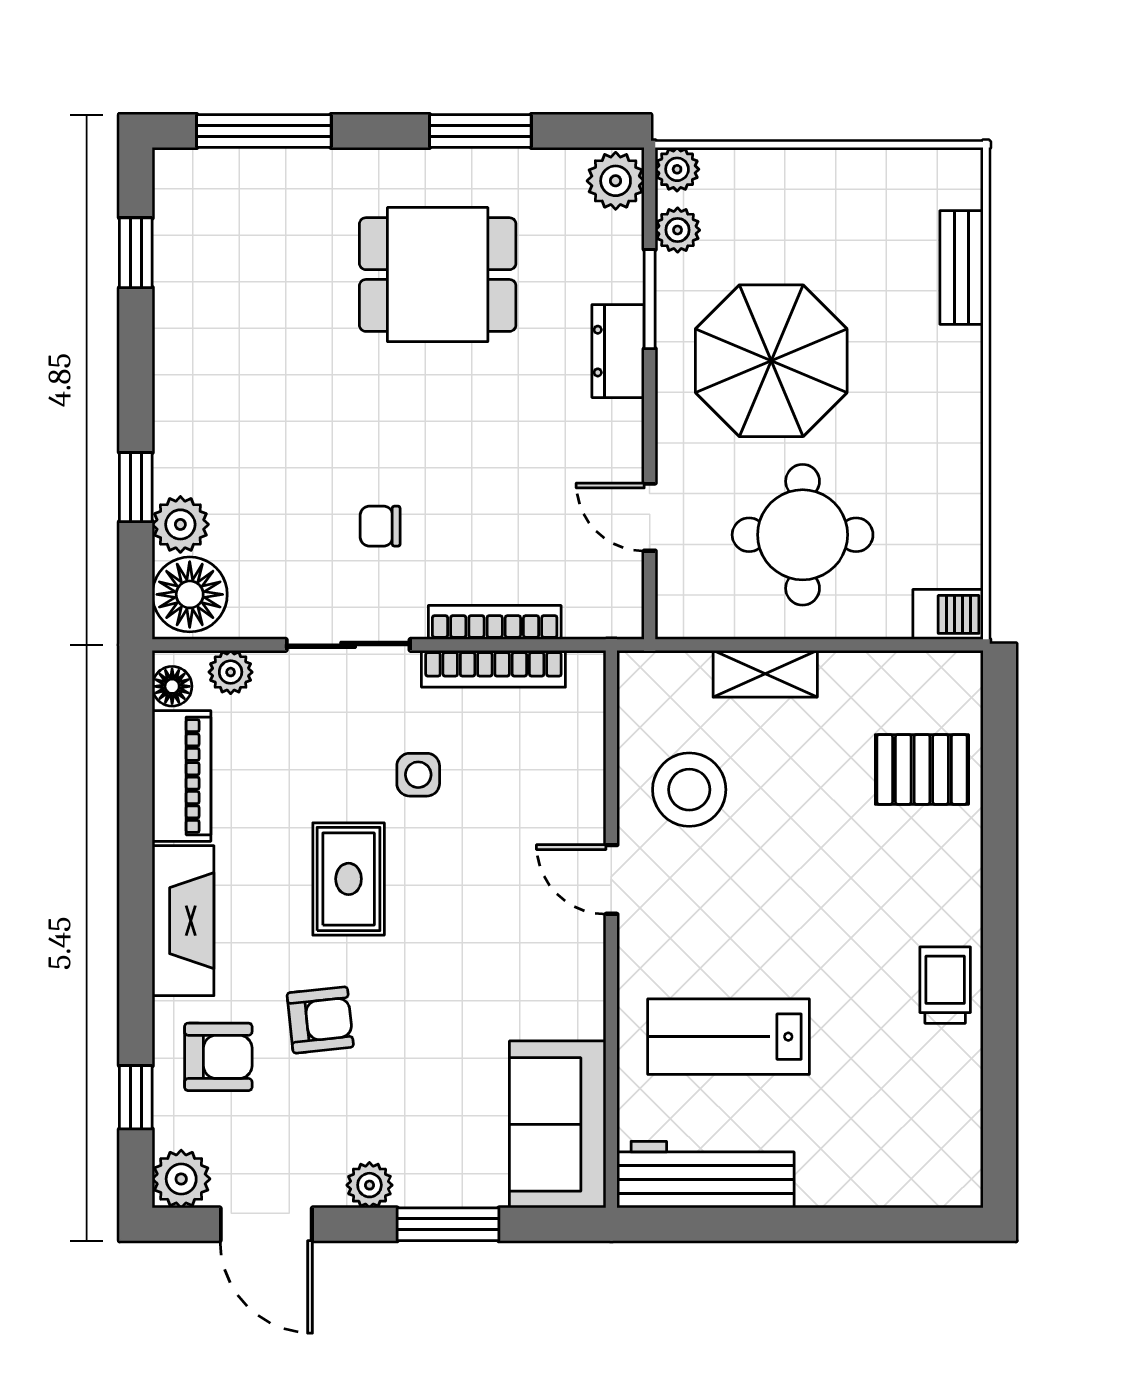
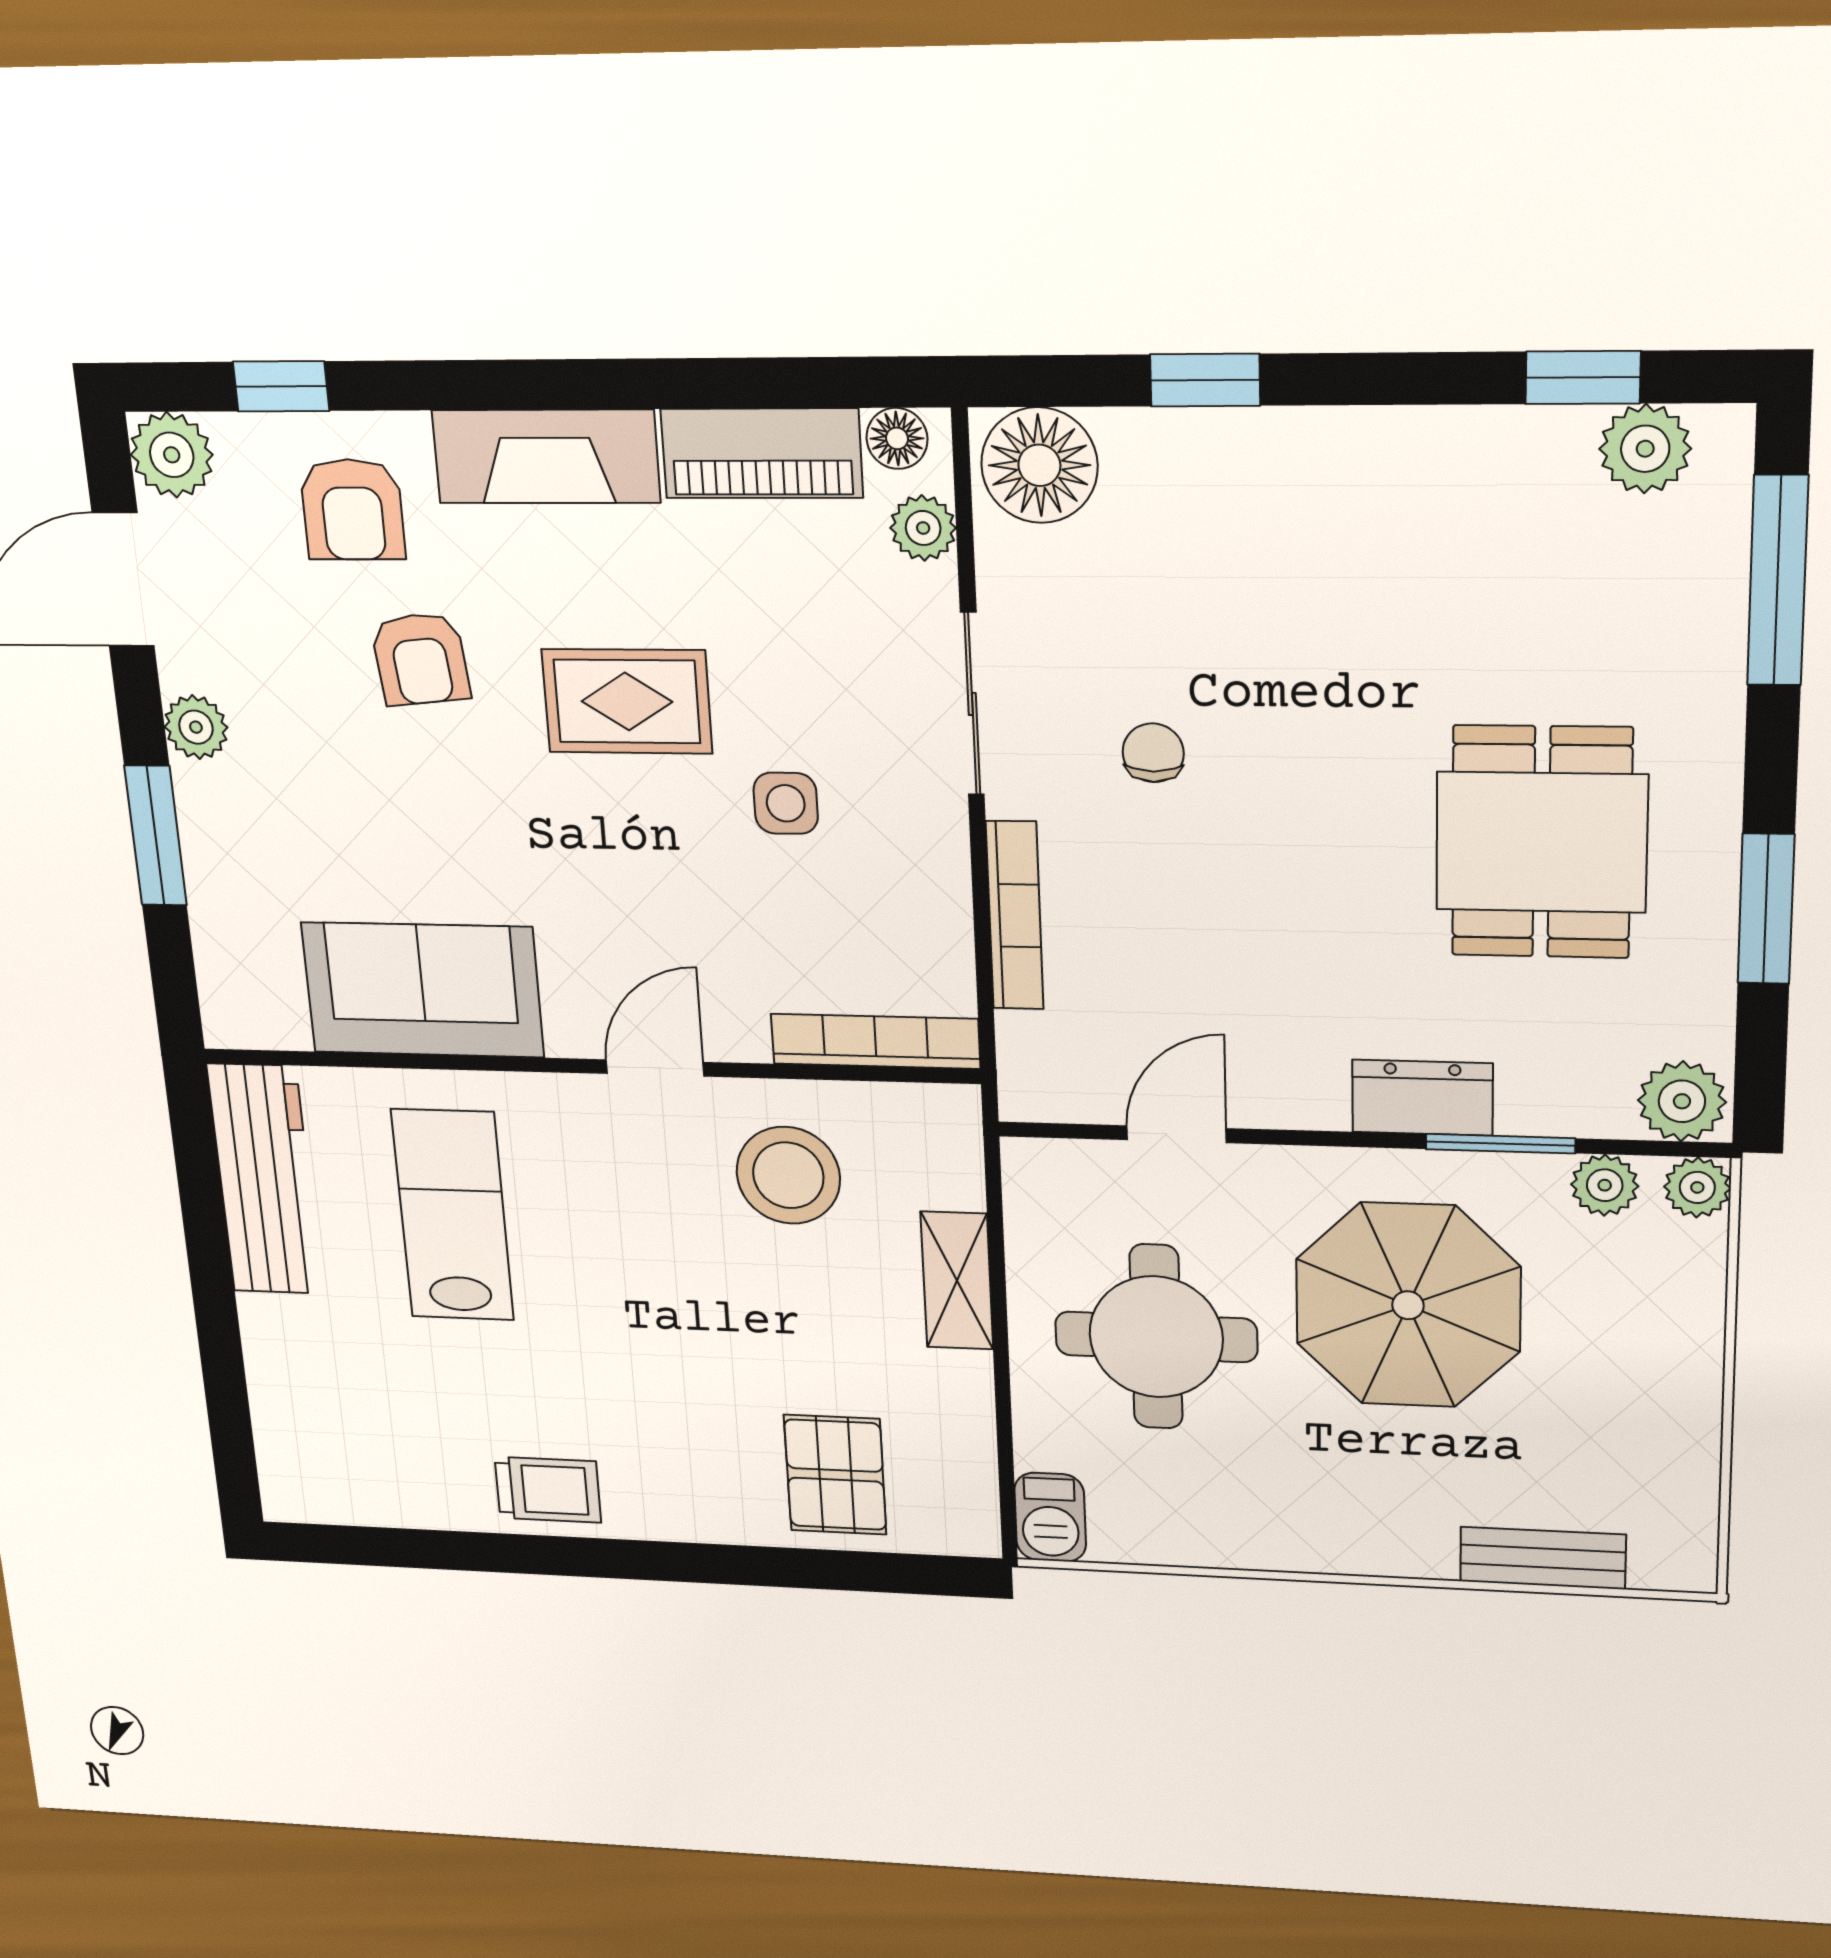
plant: (180, 524) -> (1645, 449), moved
bookcase: (493, 669) -> (875, 1041), moved, turned 90
sofa: (558, 1124) -> (423, 990), moved

